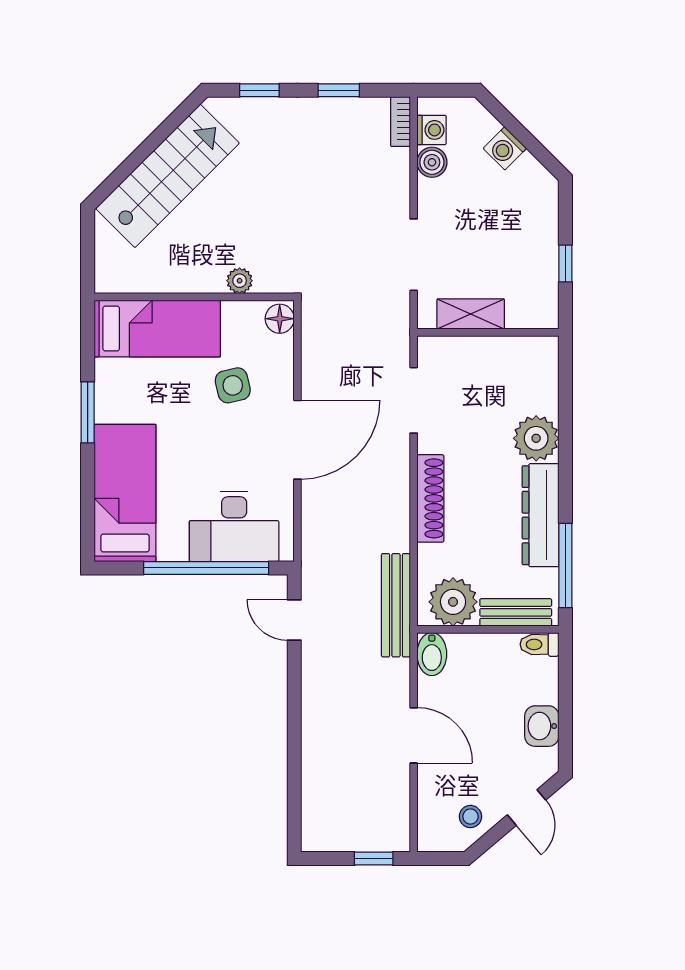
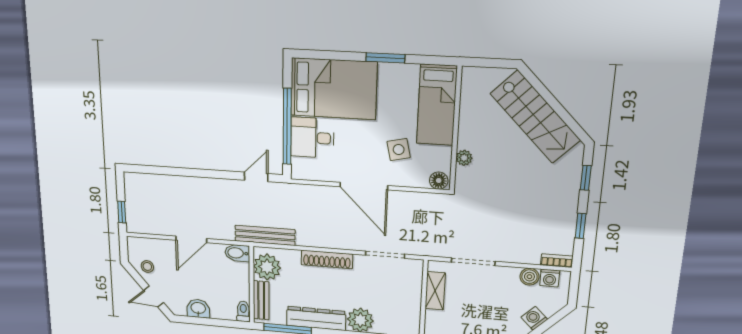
bed: (125, 493) -> (334, 89), width x1.50
desk: (234, 526) -> (312, 138), width x0.73

